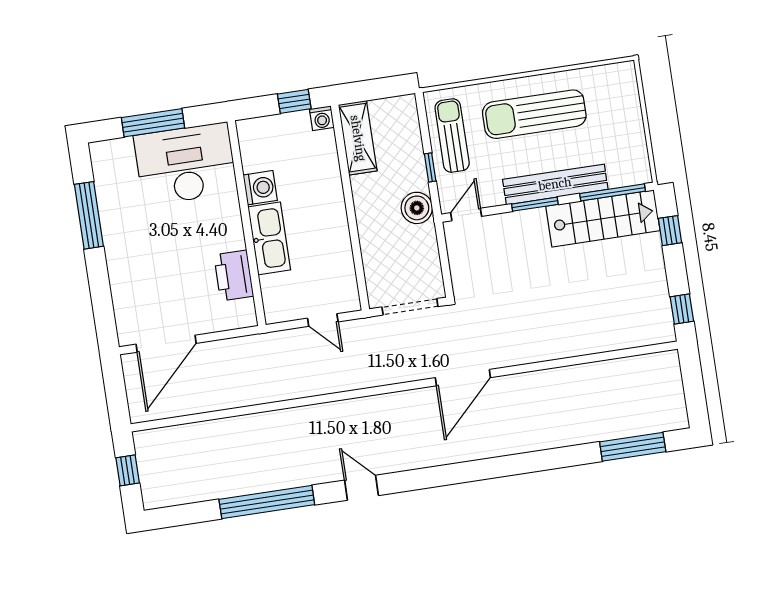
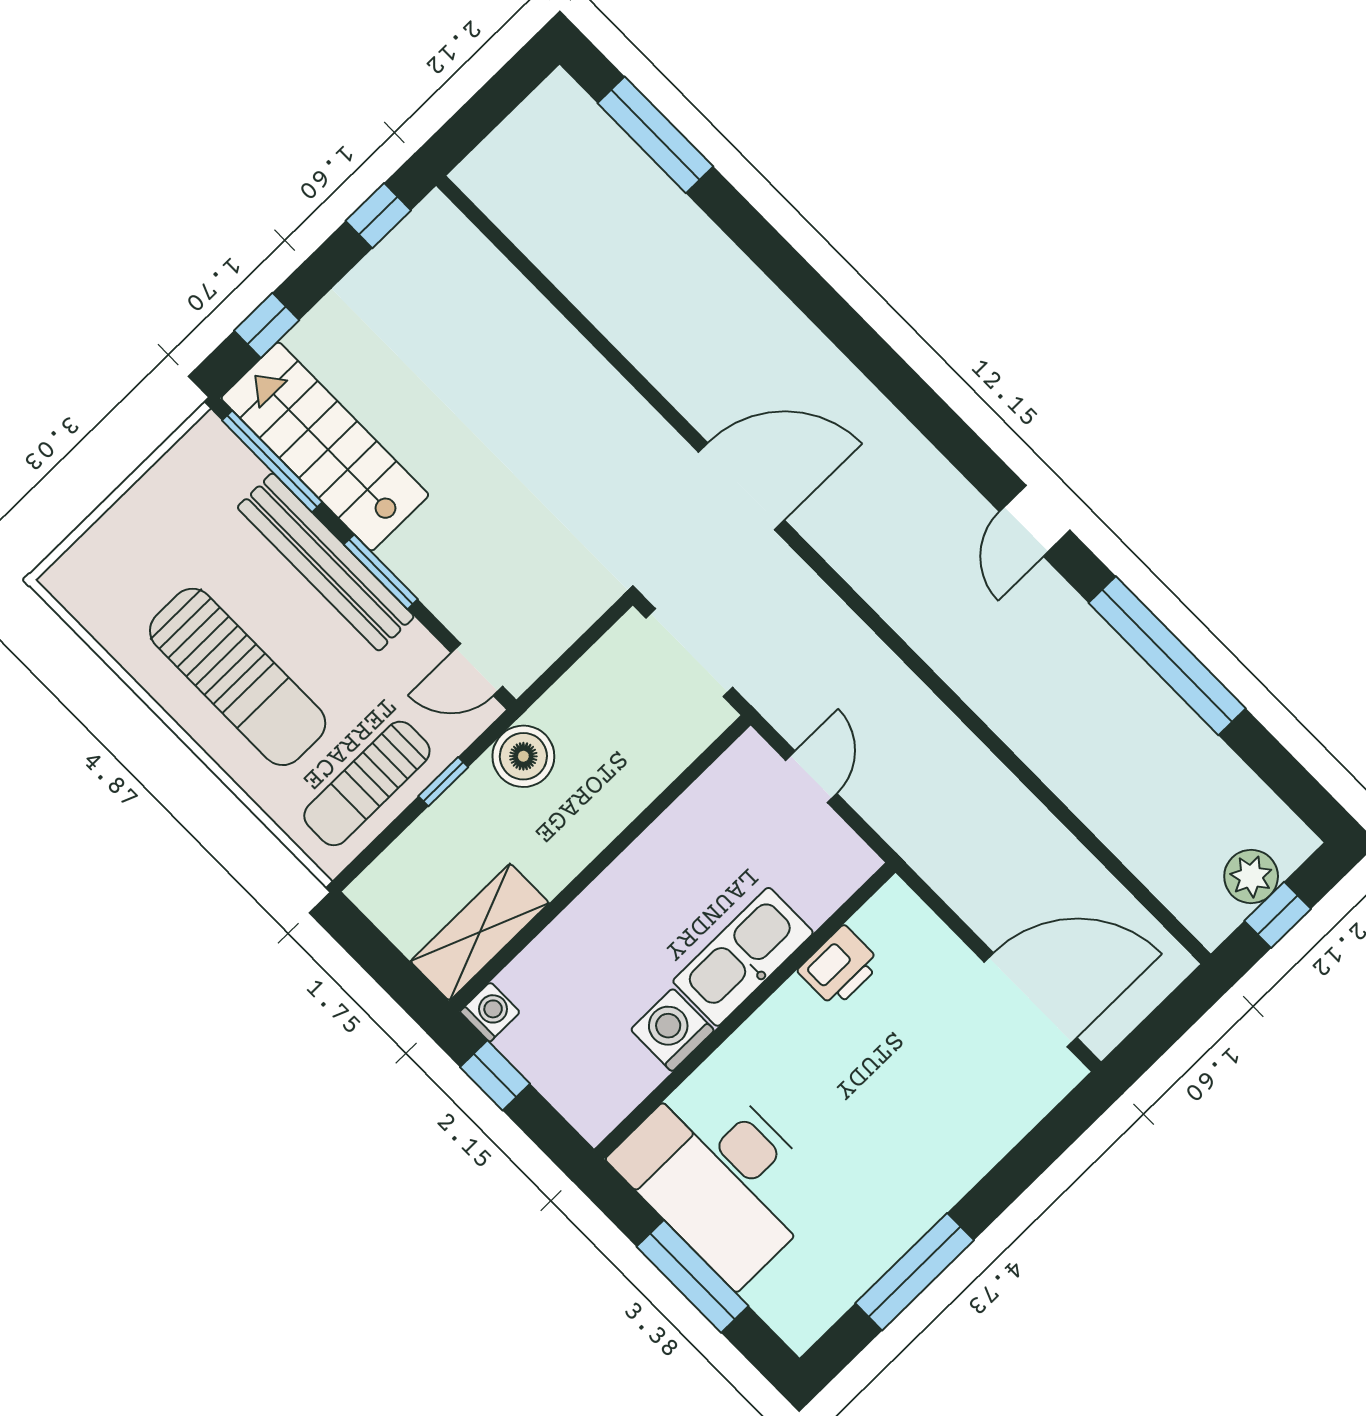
printer: (234, 276) -> (839, 967), width x0.73, depth x0.84
plant: (151, 471) -> (1251, 876), added

